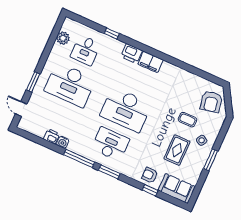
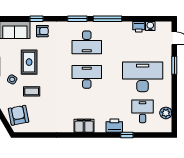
printer: (132, 54) -> (114, 126), moved
desk: (126, 110) -> (87, 77), width x0.73, depth x0.77
water cooler: (63, 142) -> (150, 26), moved

